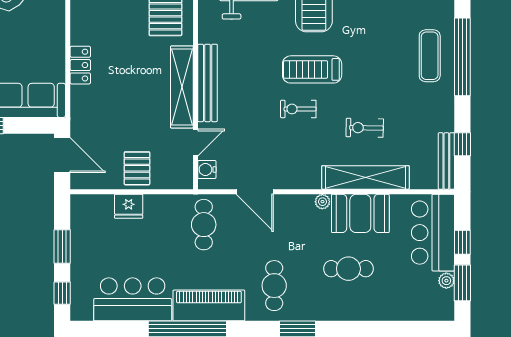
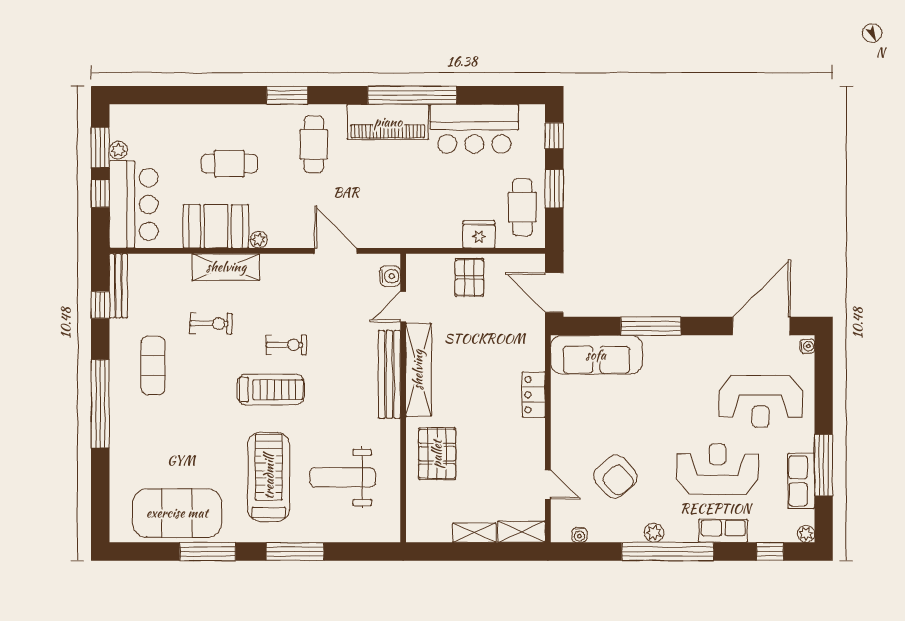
exercise mat: (430, 56) -> (153, 366), moved
shelving: (365, 177) -> (226, 267), width x0.68
cafe table: (204, 225) -> (522, 207), moved

